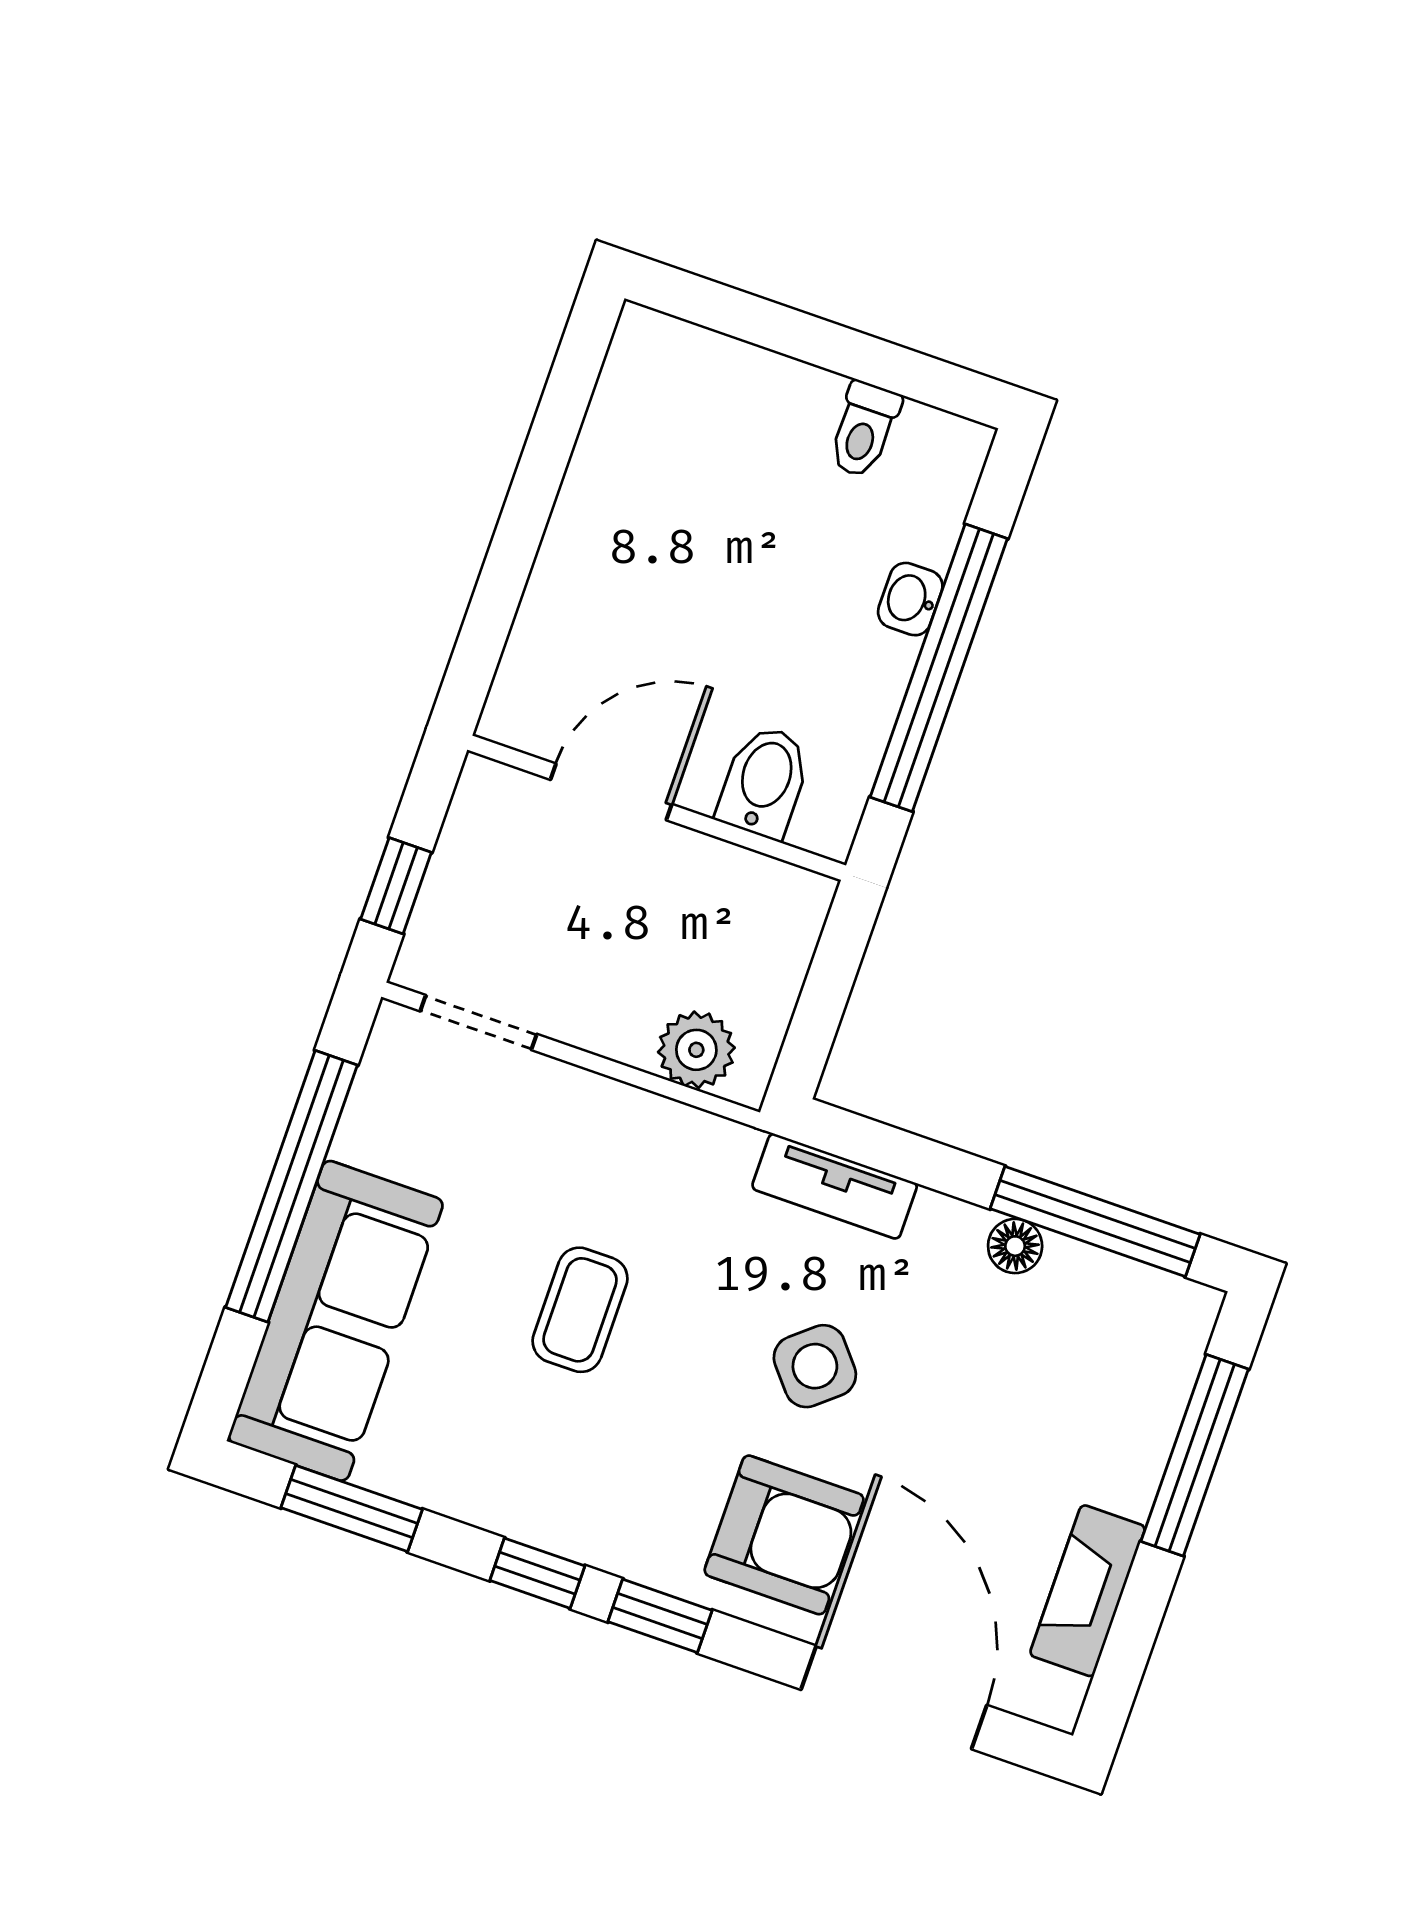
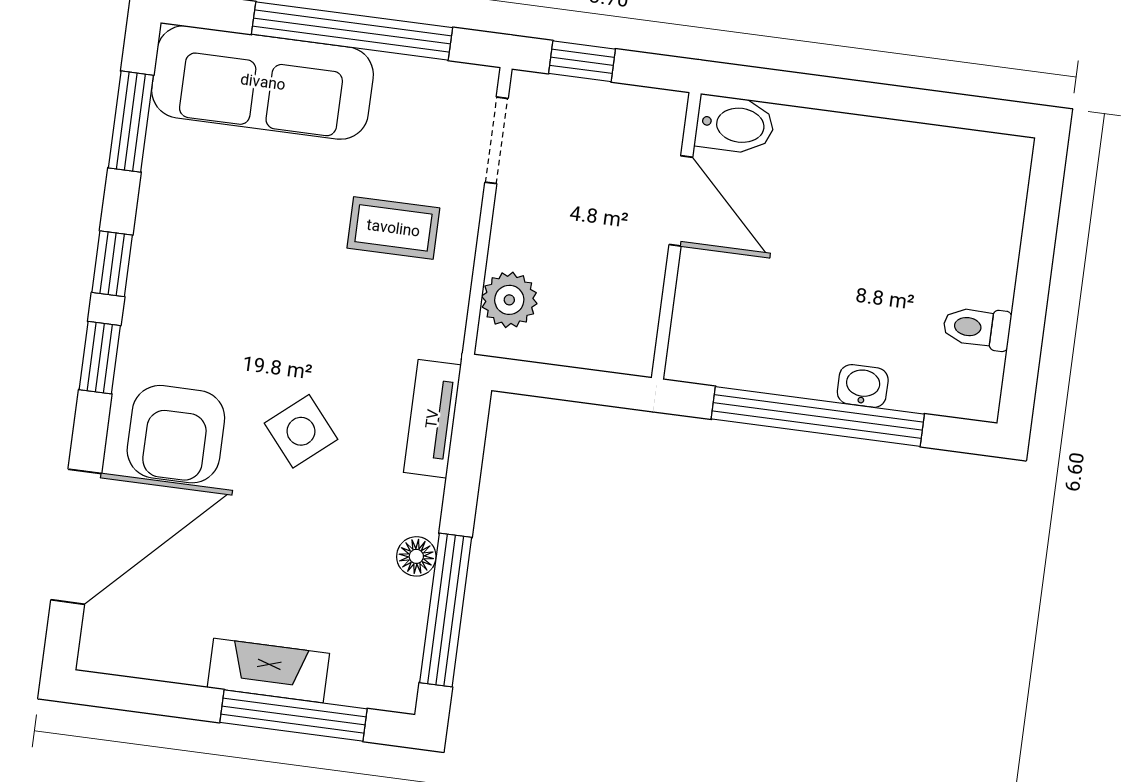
bidet: (764, 782) -> (735, 125), moved
coffee table: (580, 1310) -> (393, 228), moved
fireplace: (1087, 1591) -> (268, 671), moved

